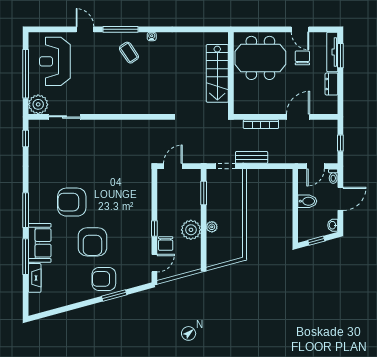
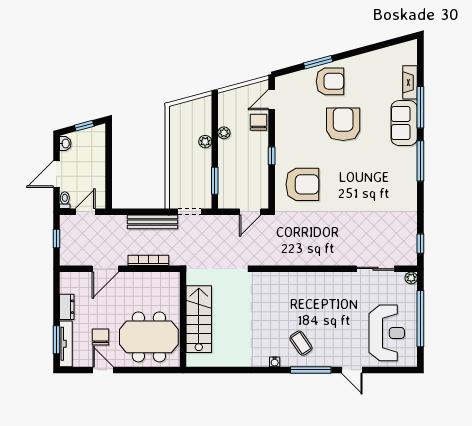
chair: (302, 58) -> (100, 337), turned 180
plant: (38, 104) -> (411, 278), width x0.53, depth x0.53
bench: (252, 157) -> (152, 222), width x1.36
bidet: (307, 201) -> (95, 171), removed
armchair: (72, 202) -> (302, 184), moved
window: (154, 229) -> (272, 156), moved
plant: (191, 230) -> (224, 133), width x0.53, depth x0.53

